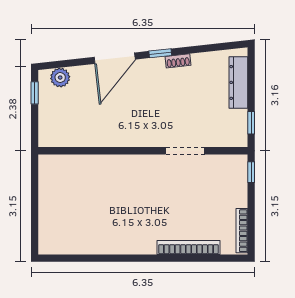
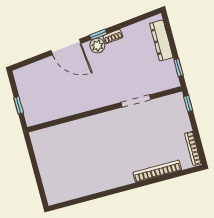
door: (115, 58) -> (66, 47), hinge flipped
plant: (60, 78) -> (97, 46), moved
window: (35, 93) -> (19, 105), moved

